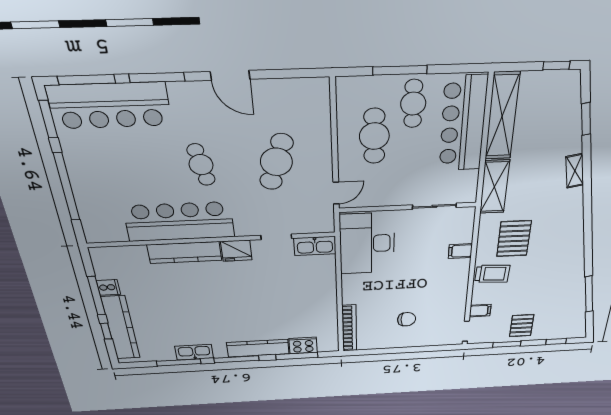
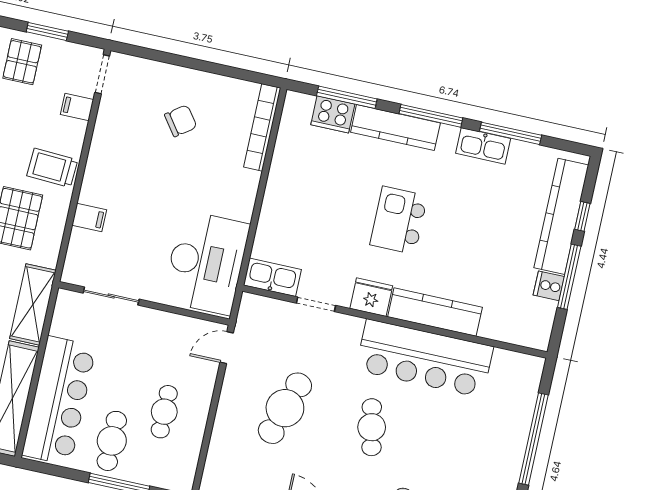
cafe table: (374, 136) -> (164, 412), width x0.73, depth x0.74
kitchen island: (235, 300) -> (399, 220), added
chair: (407, 319) -> (181, 121), turned 144

